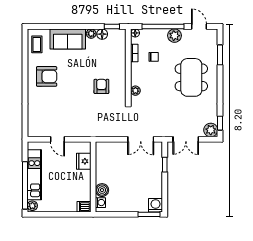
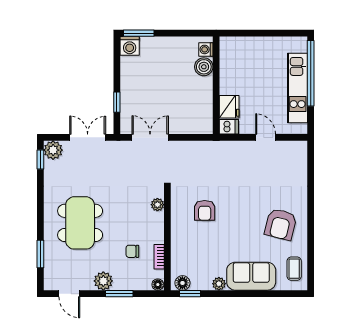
window: (163, 26) -> (119, 294), width x0.47
floor lamp: (102, 34) -> (182, 283), moved
armchair: (47, 76) -> (281, 224), turned -76
plant: (32, 206) -> (300, 45), removed
dishwasher: (84, 207) -> (229, 127), moved

